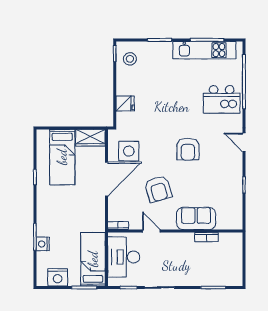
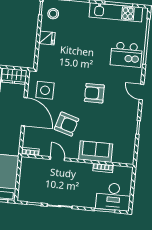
fridge: (125, 104) -> (47, 38), moved
armchair: (188, 149) -> (94, 93), turned 90
door: (106, 179) -> (24, 112), hinge flipped
armchair: (158, 189) -> (67, 124), turned -57
desk: (124, 257) -> (113, 197), moved, turned -90

